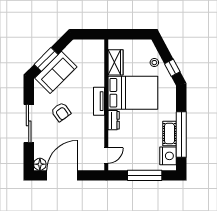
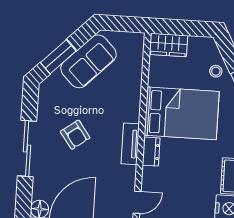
wardrobe: (115, 62) -> (168, 45), moved, turned 90
sofa: (56, 72) -> (89, 61), moved
tv unit: (99, 101) -> (130, 144), moved

